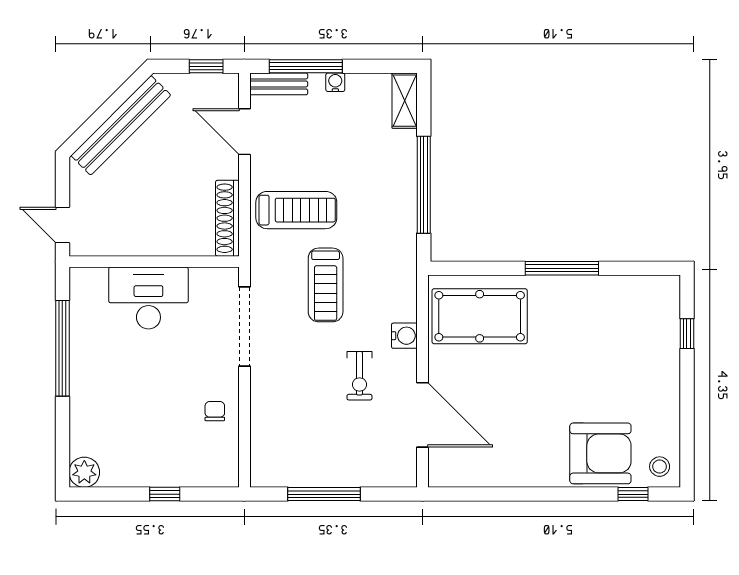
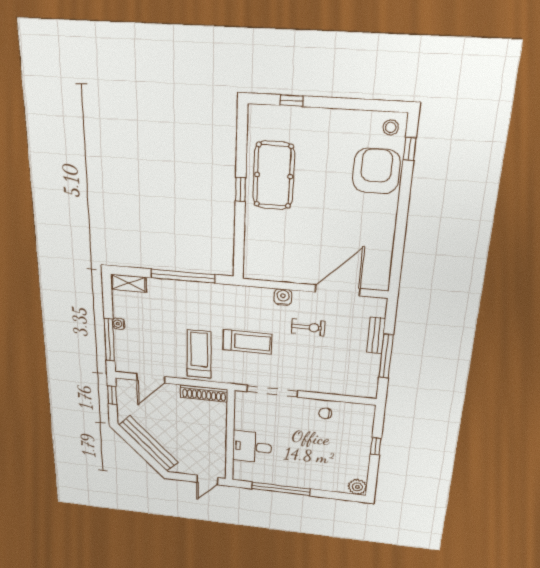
bench: (279, 84) -> (376, 336), moved
window: (562, 268) -> (240, 189), width x0.46
desk: (148, 298) -> (252, 447), width x0.73
pool table: (480, 316) -> (274, 176), moved

